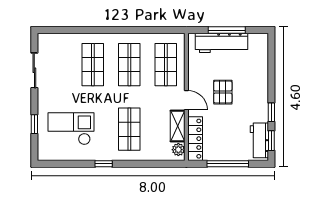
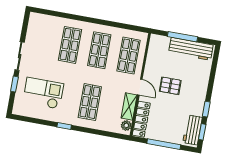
workbench: (222, 43) -> (191, 49), moved
sliding door: (34, 70) -> (20, 56), moved
pallet: (223, 92) -> (170, 86), turned 90

